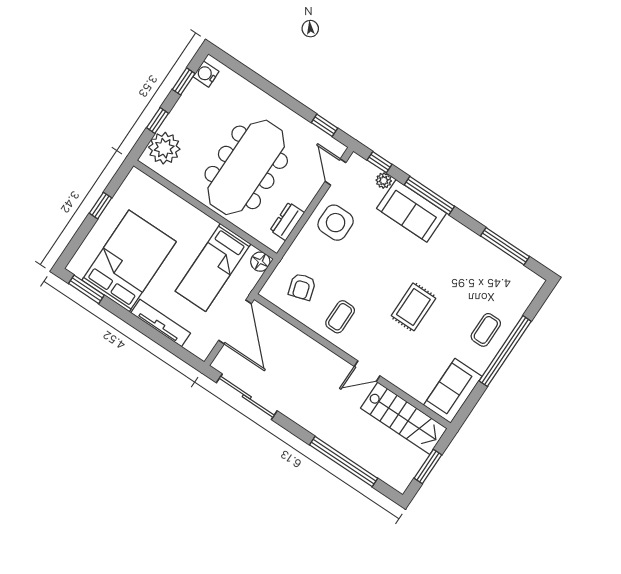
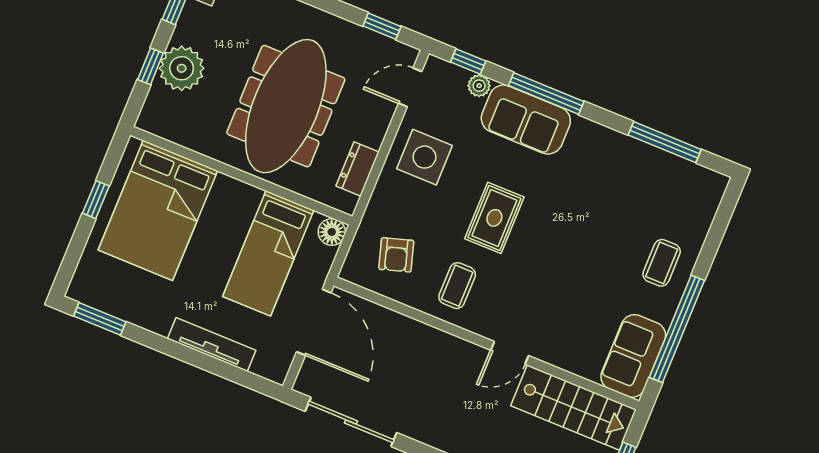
plant: (164, 148) -> (182, 68), moved
door: (335, 172) -> (410, 87), hinge flipped
bed: (129, 261) -> (158, 210), moved, turned 180
rug: (413, 307) -> (494, 218), moved
window: (505, 351) -> (677, 329), moved

